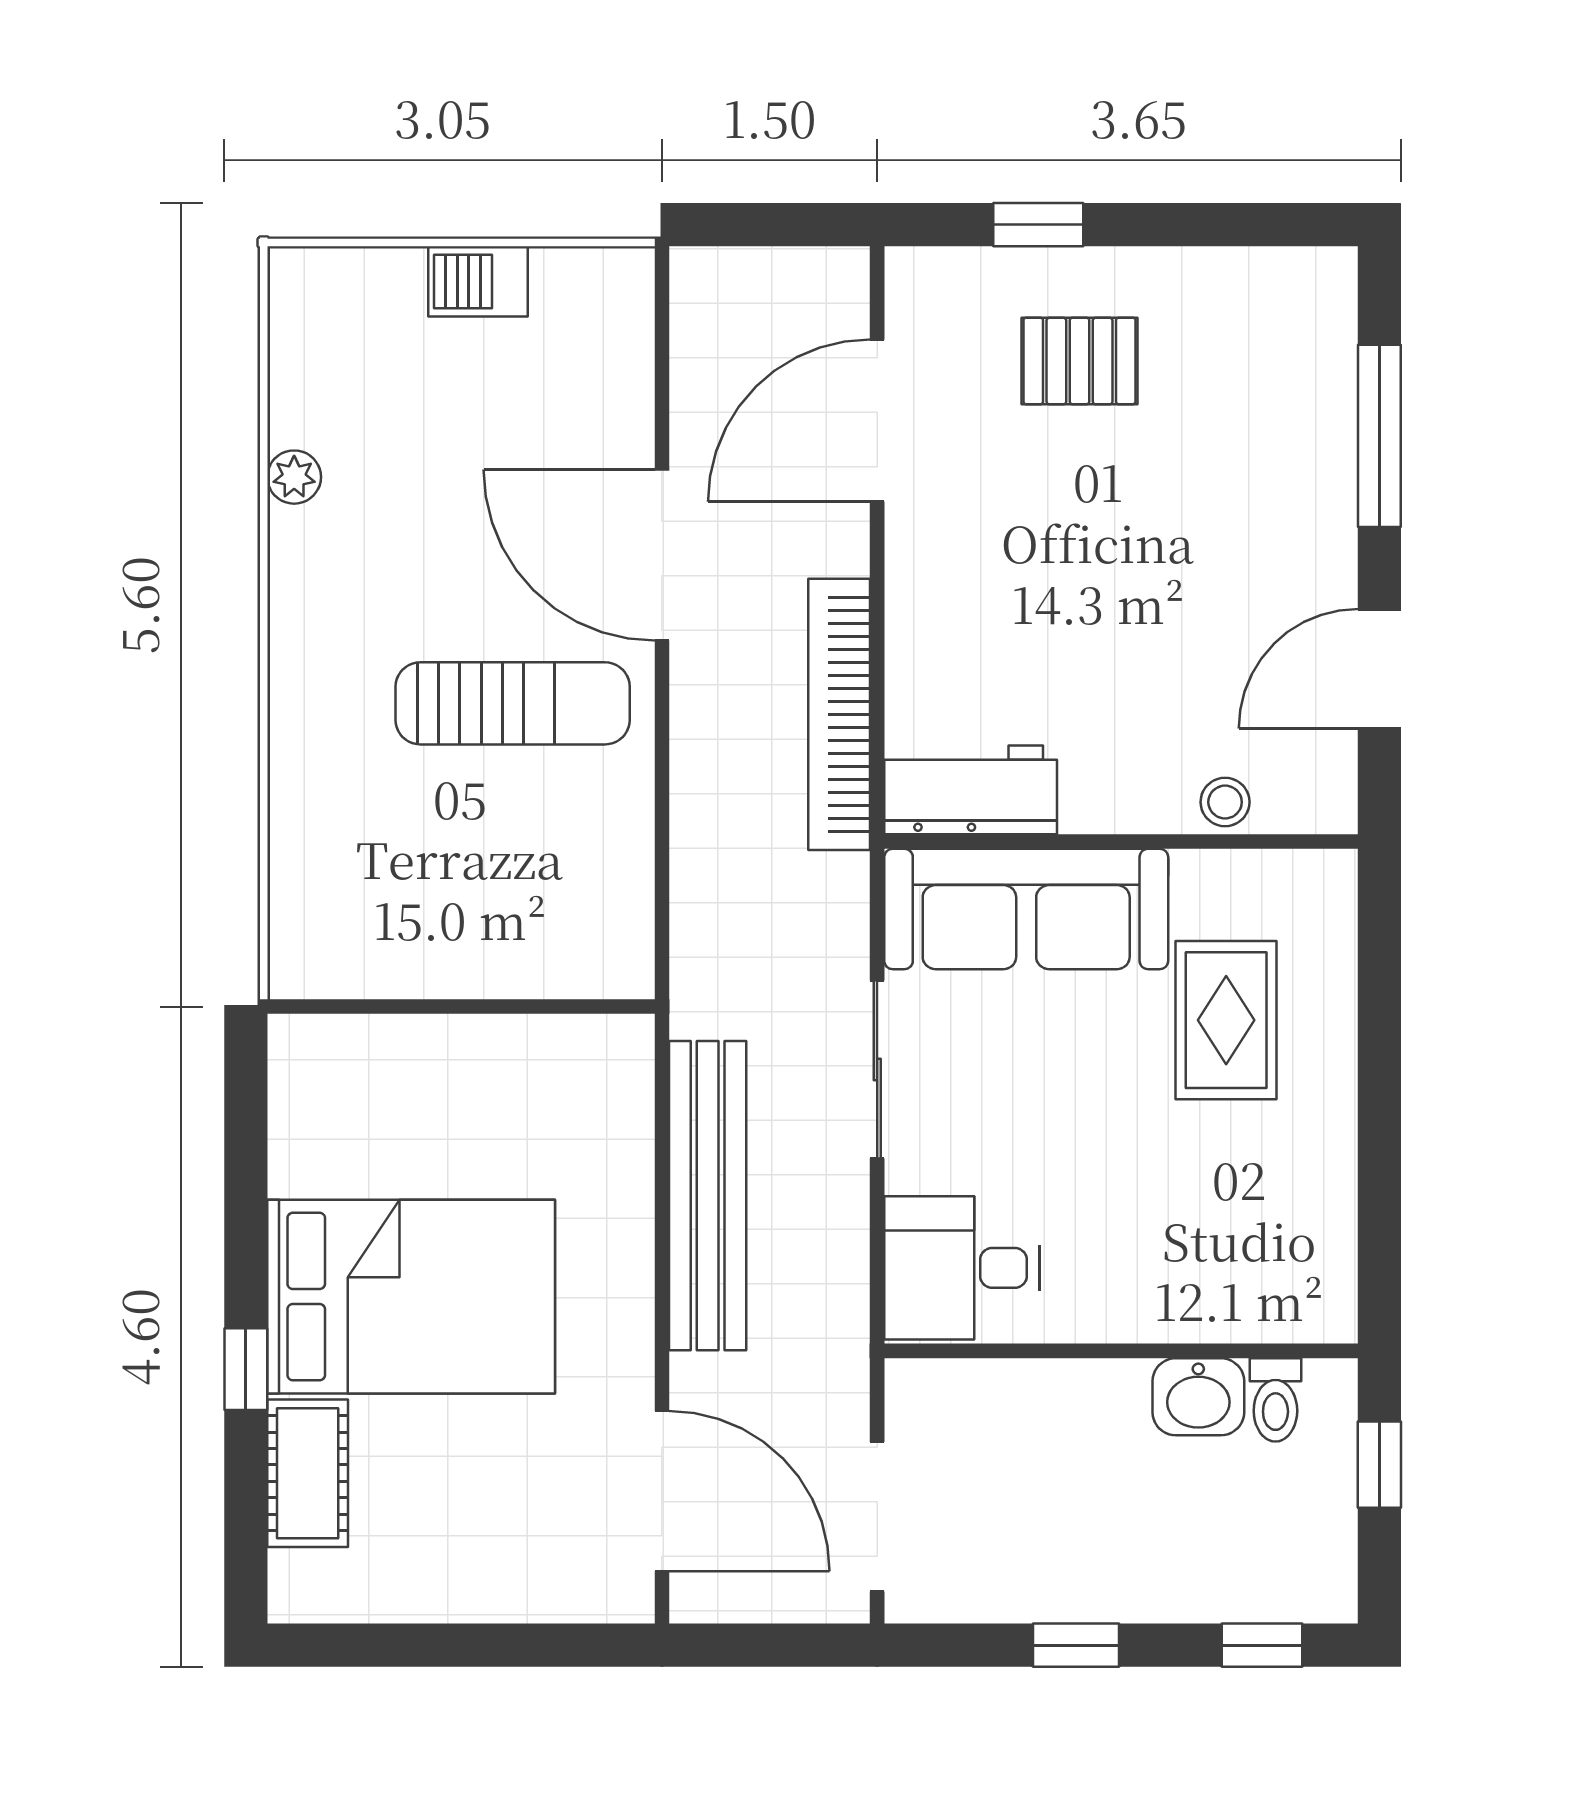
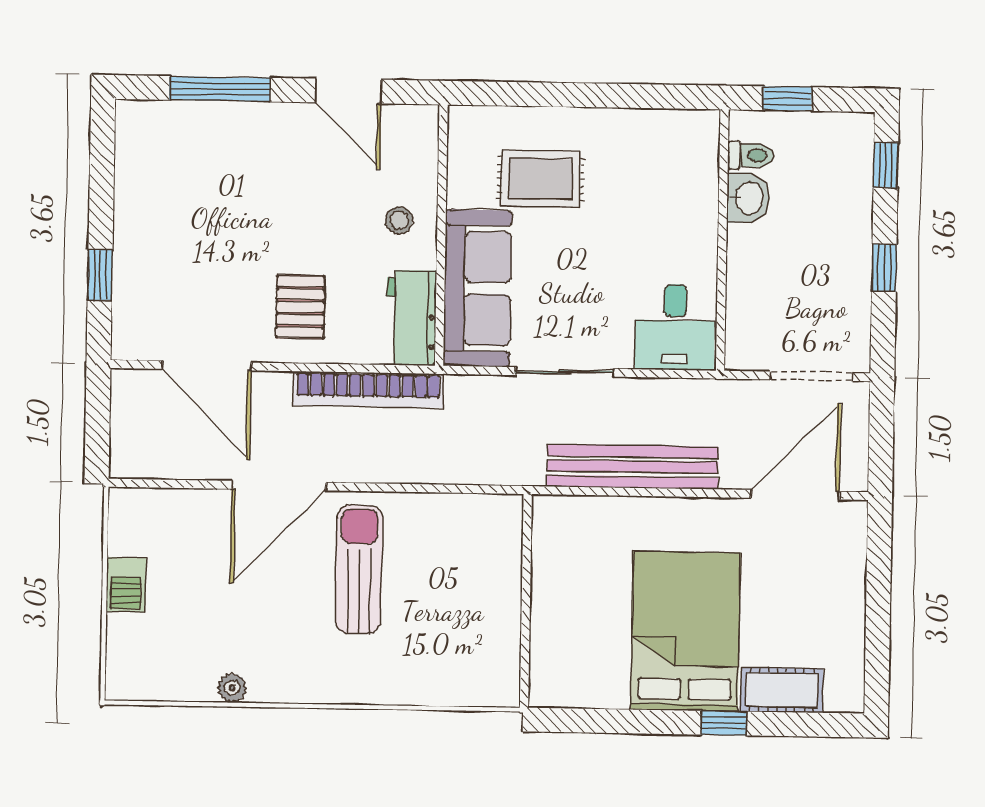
pallet: (1079, 361) -> (300, 307), moved
stool: (1225, 802) -> (399, 220), moved

